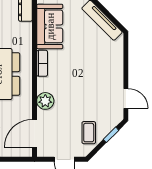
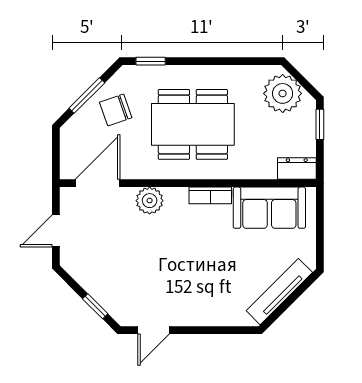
door: (34, 133) -> (97, 183), hinge flipped
coffee table: (89, 133) -> (99, 270), removed

